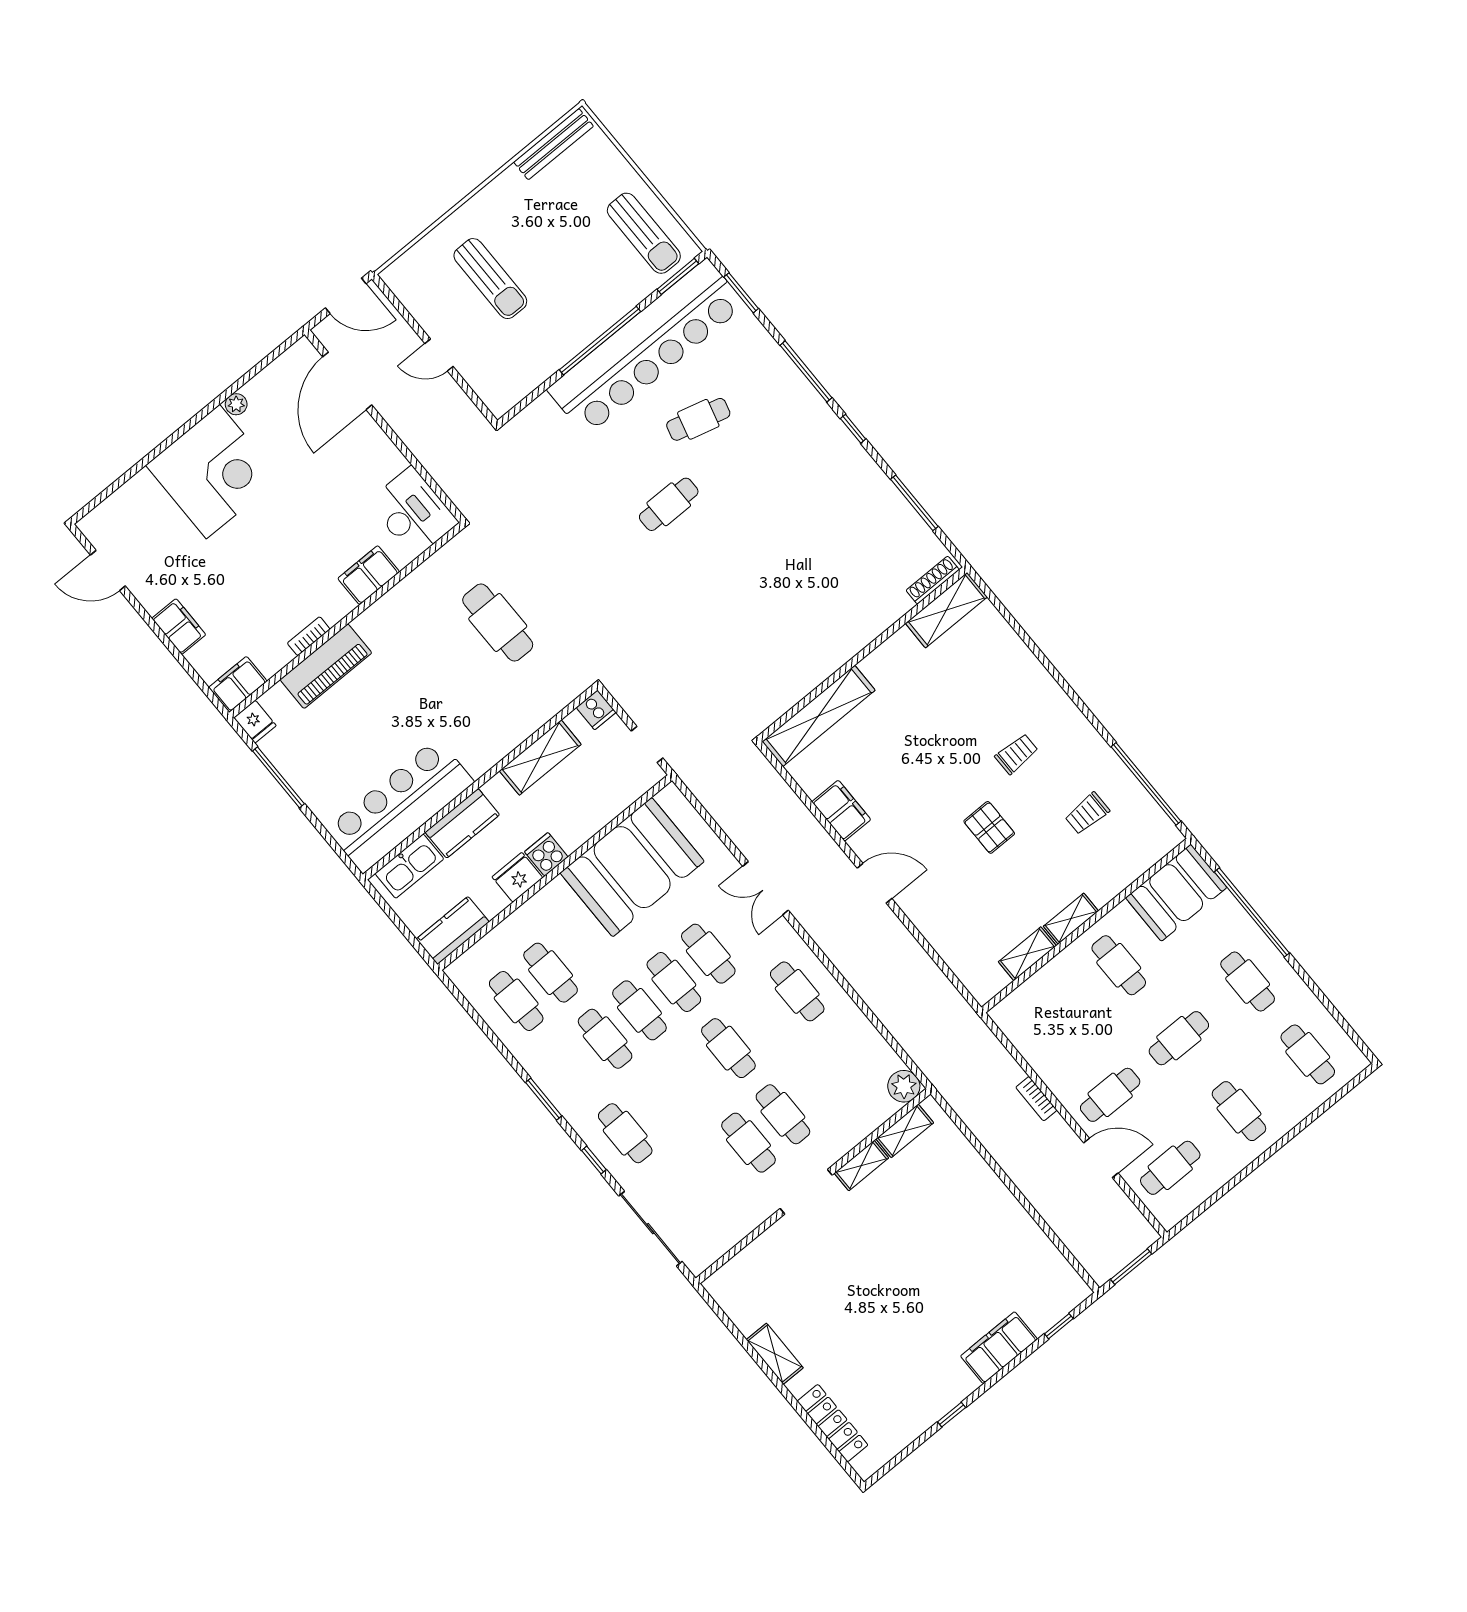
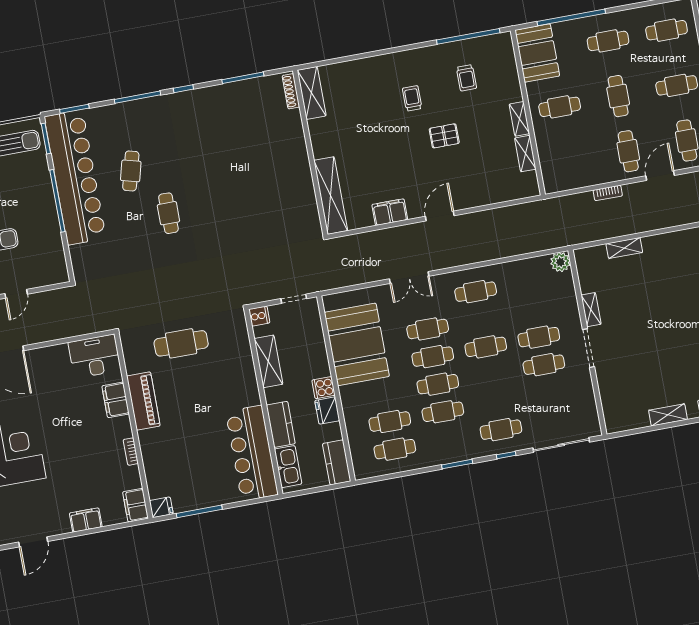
piano: (326, 666) -> (143, 401), moved
shelving: (905, 1131) -> (624, 248), moved, turned 90

